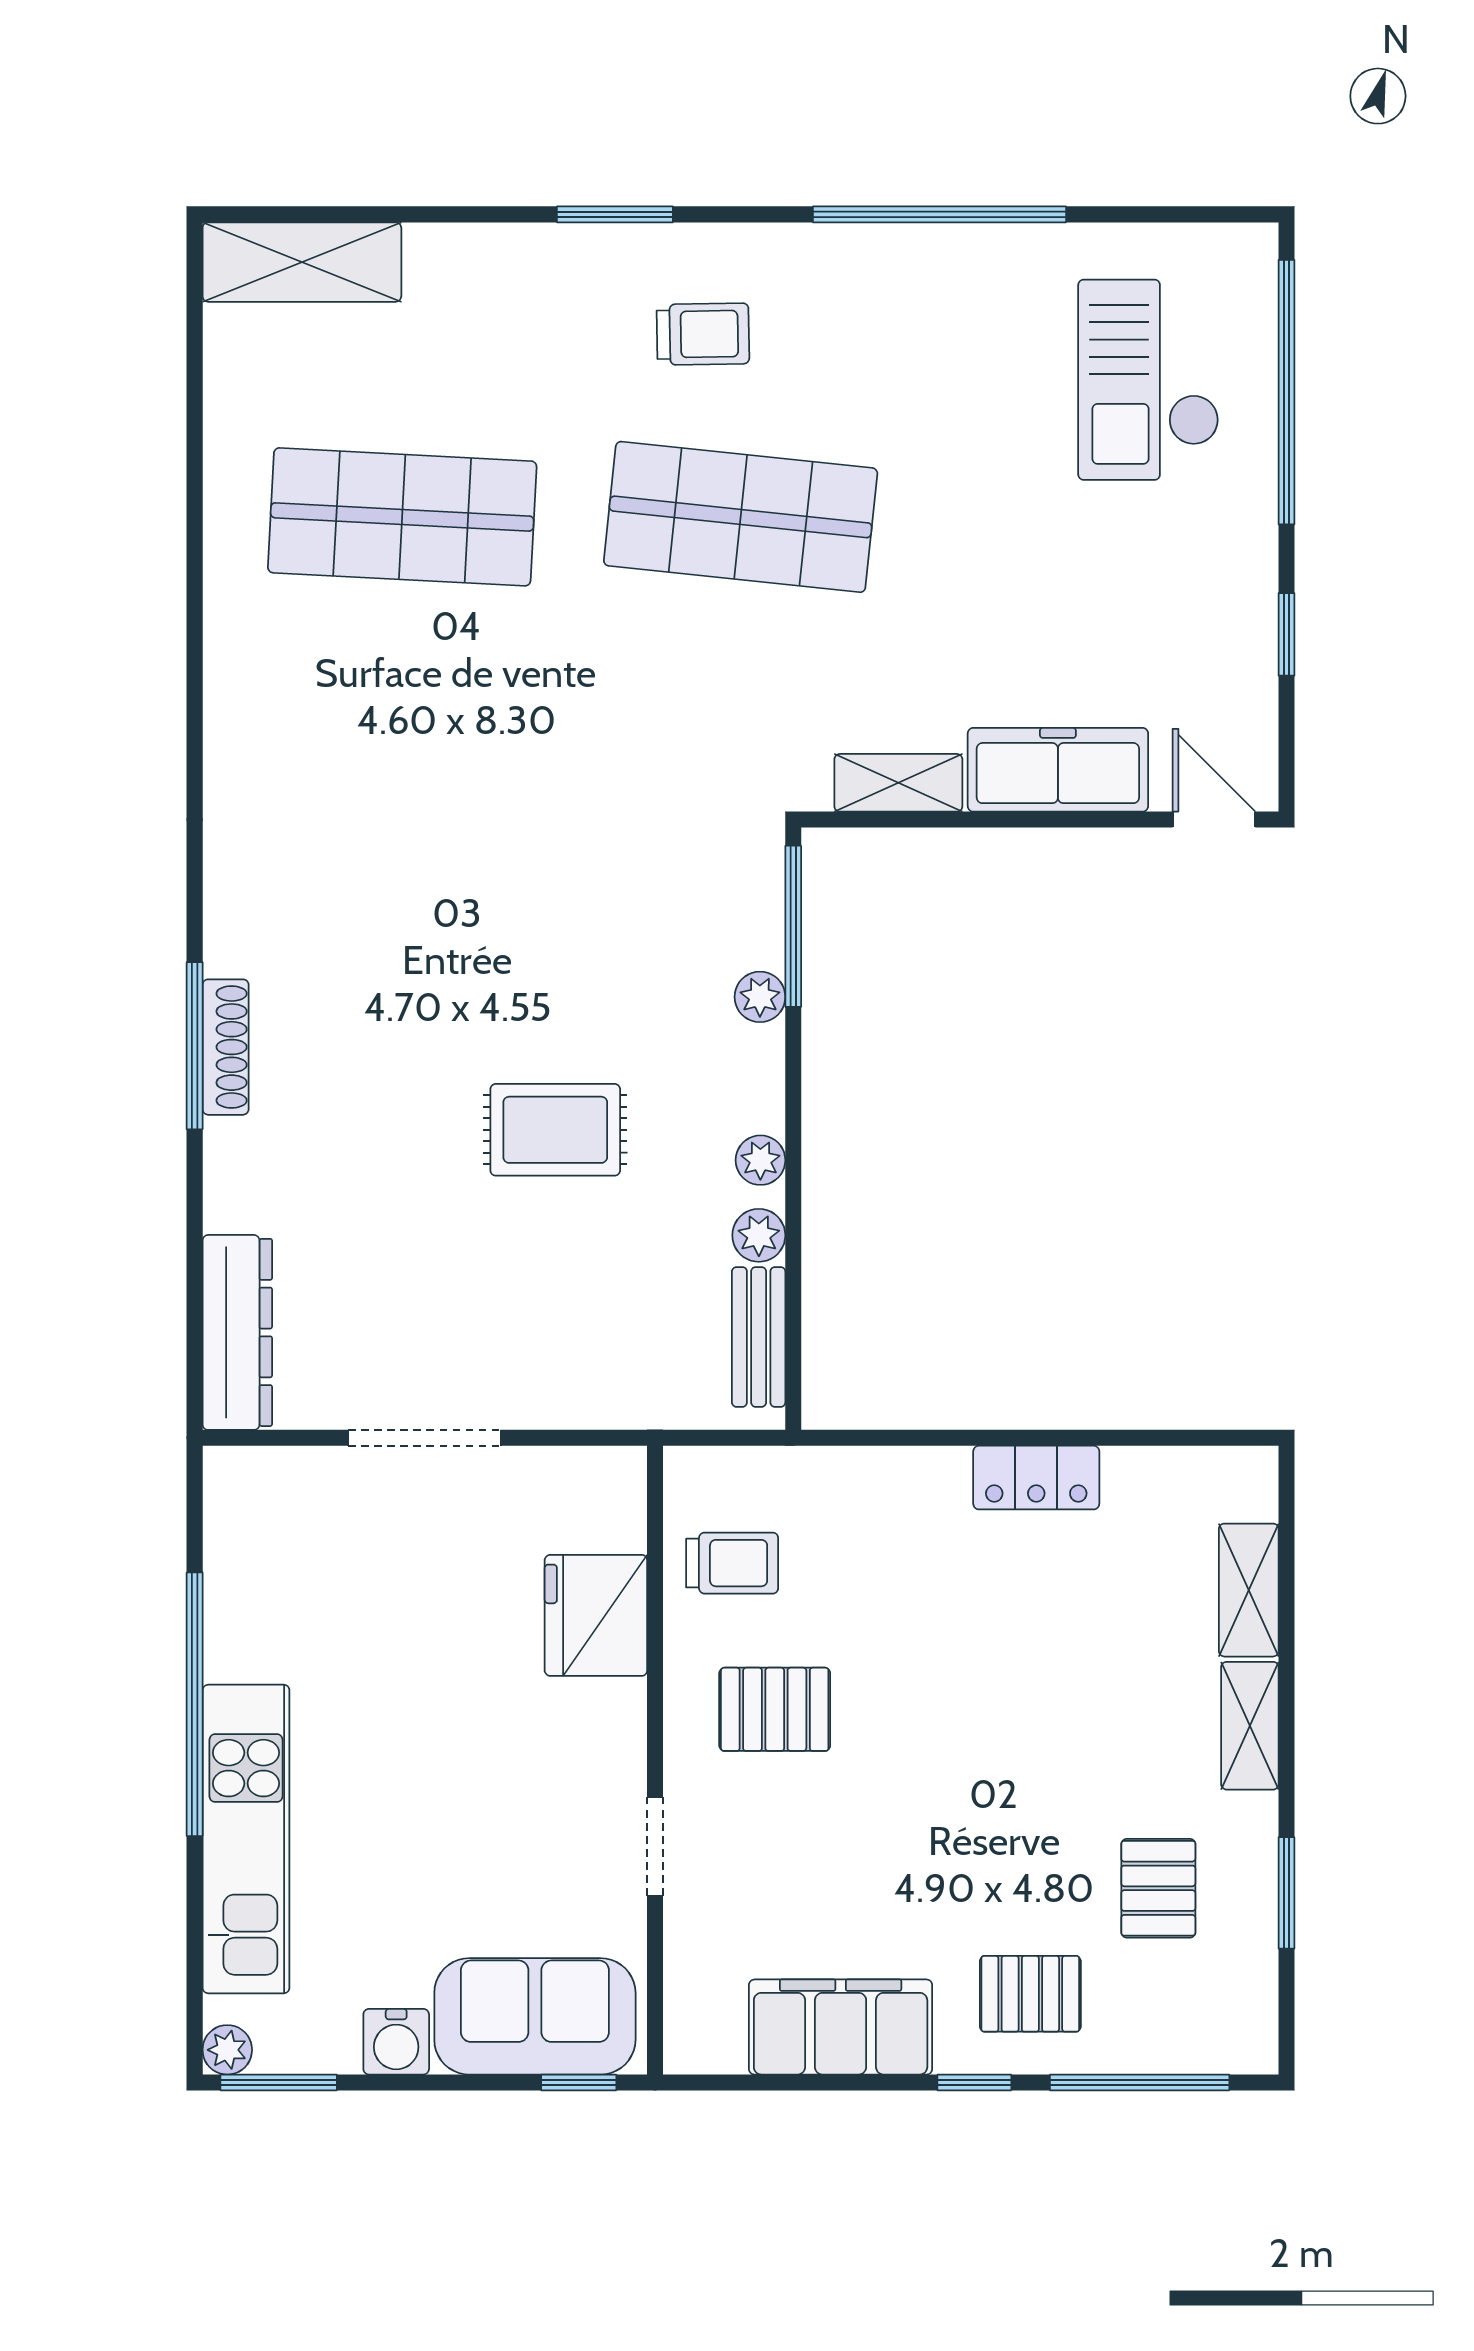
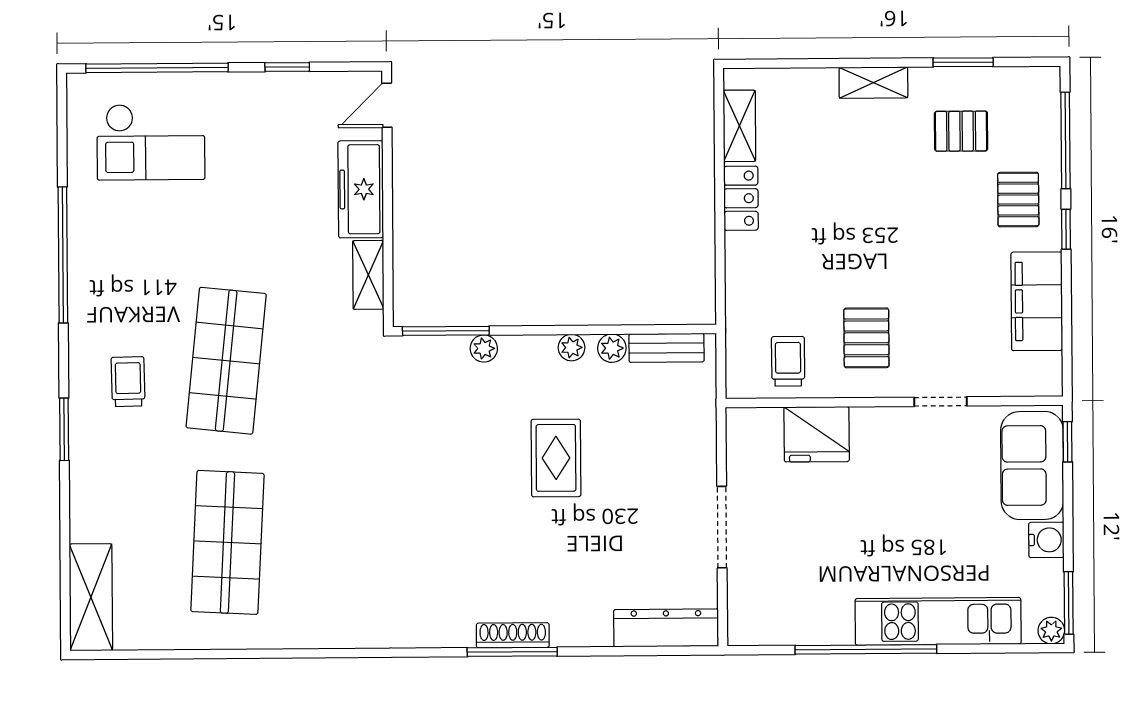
shelving: (1249, 1590) -> (739, 126), moved, turned 90

